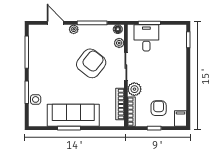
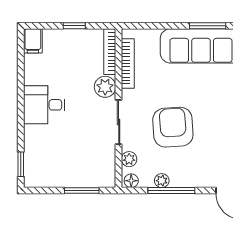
plant: (74, 29) -> (162, 181), moved
desk: (146, 38) -> (44, 105), moved, turned 90
armchair: (91, 63) -> (173, 127), turned 138
armchair: (159, 108) -> (67, 57), removed

